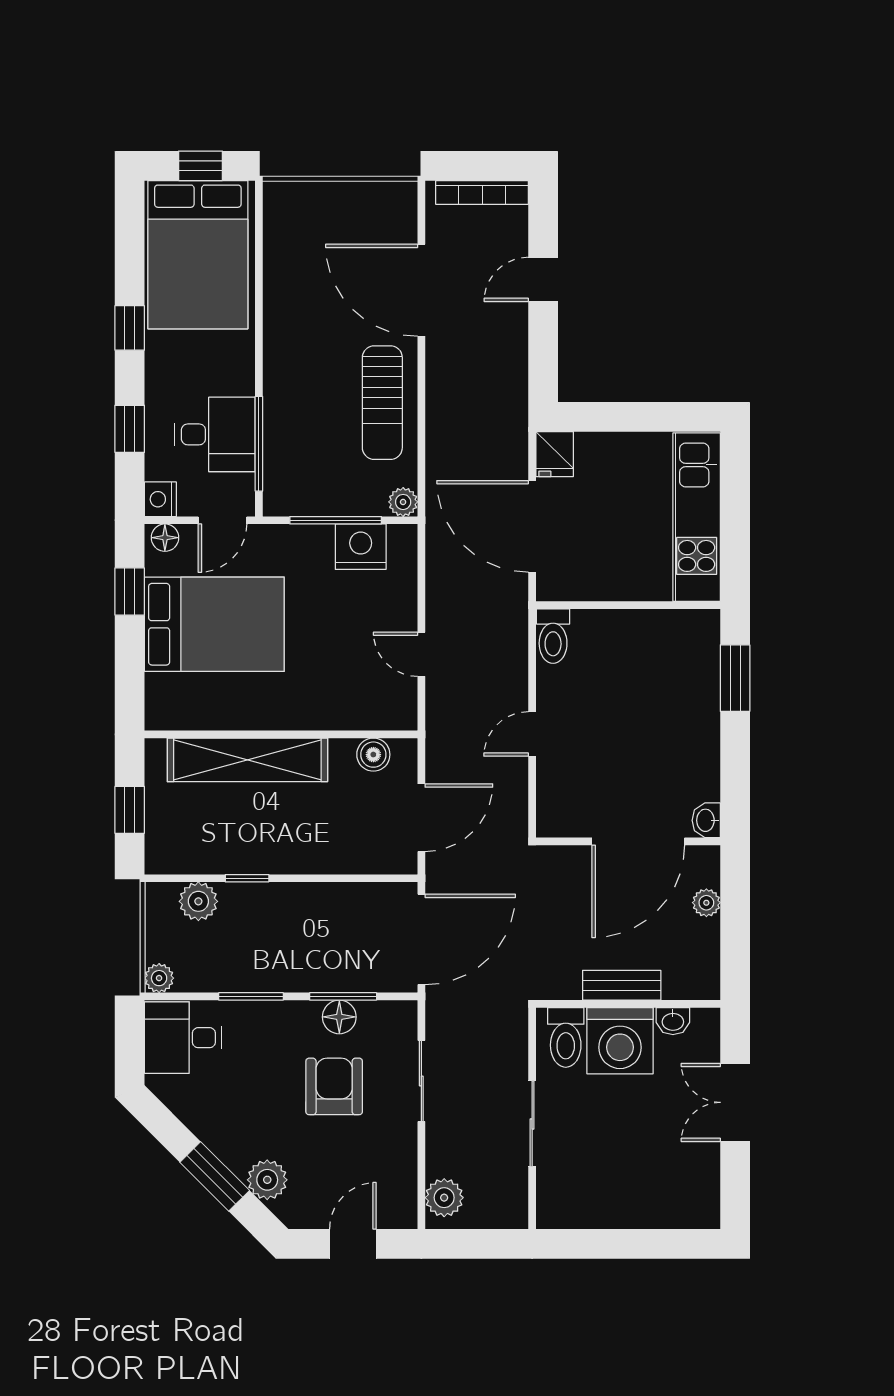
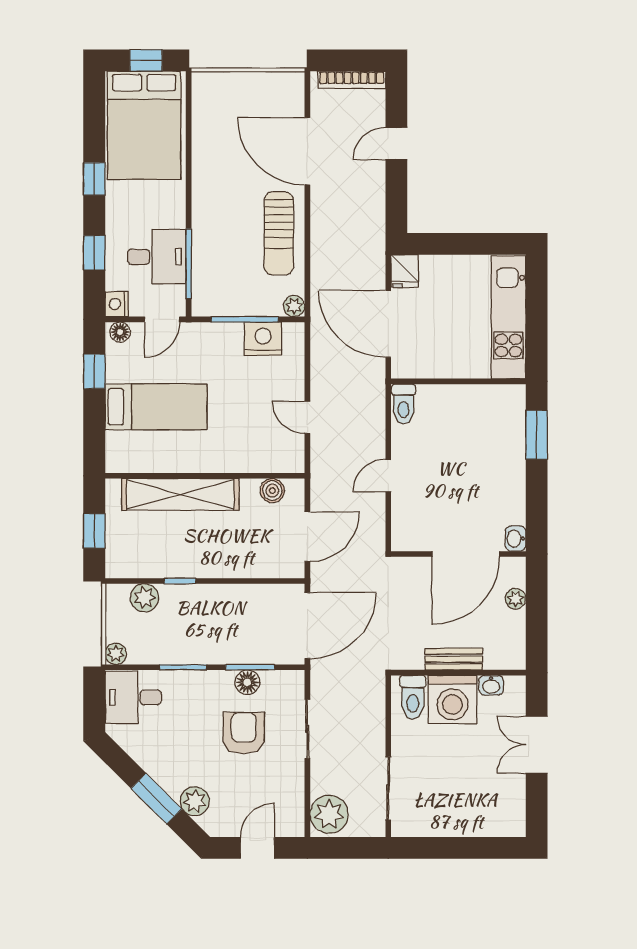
bed: (214, 624) -> (156, 407), width x0.67
sliding door: (532, 1124) -> (388, 788), moved
plant: (444, 1198) -> (329, 814), width x1.36, depth x1.36

